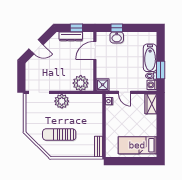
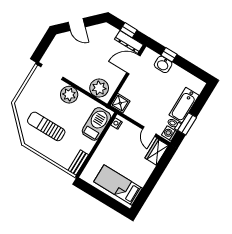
dresser: (71, 36) -> (129, 42), moved
door: (125, 92) -> (149, 132), moved
barbecue: (95, 110) -> (96, 124), added

